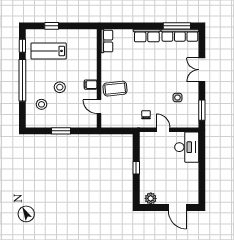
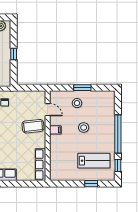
row of seats: (107, 41) -> (40, 165), width x1.48
stool: (41, 104) -> (77, 103), moved

